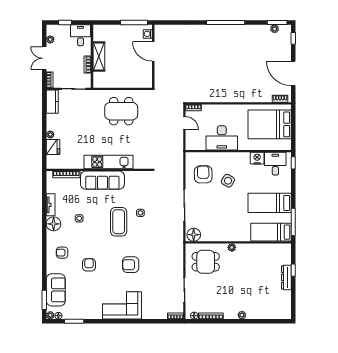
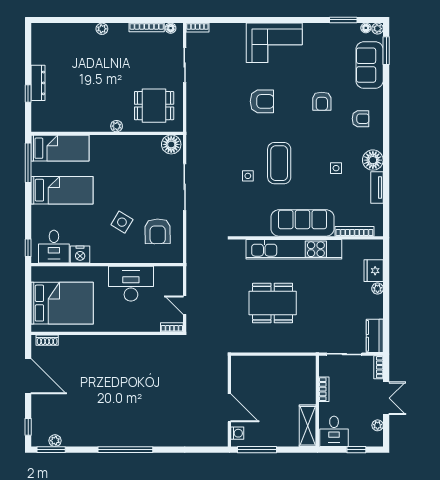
shelving: (99, 57) -> (308, 426), moved
dining table: (121, 111) -> (273, 303), moved
kitchen unit: (108, 162) -> (294, 249), width x1.36

